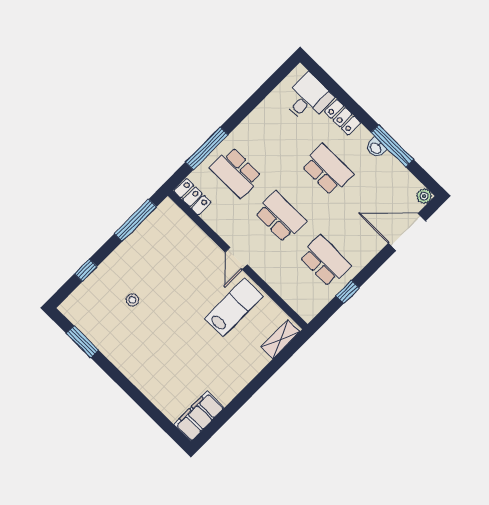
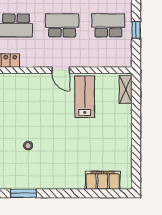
filing cabinet: (199, 416) -> (103, 180), moved, turned 90

